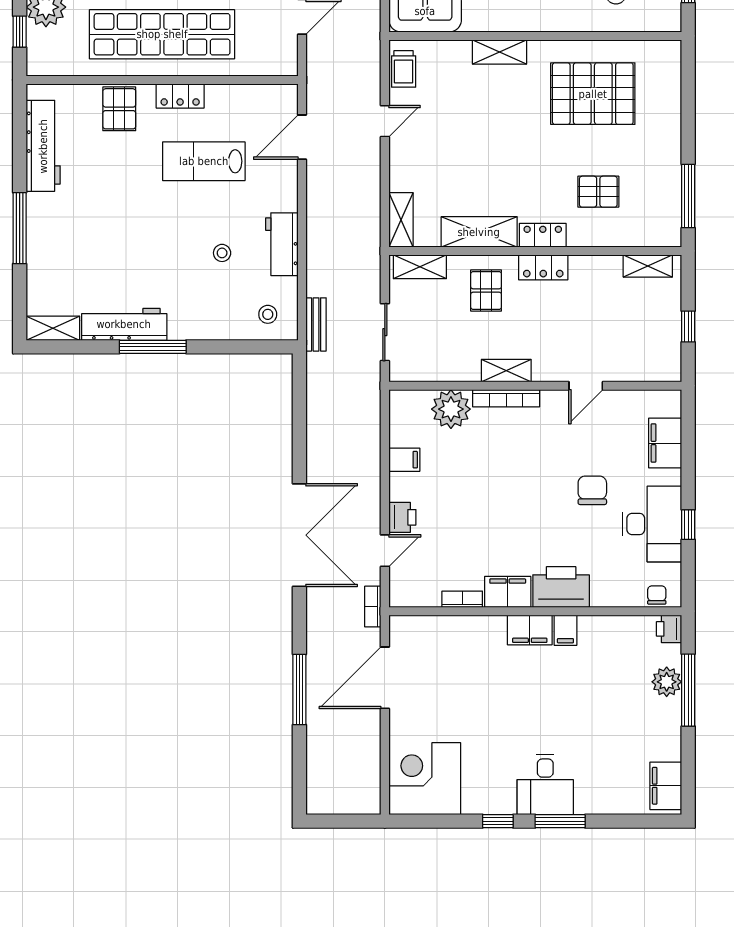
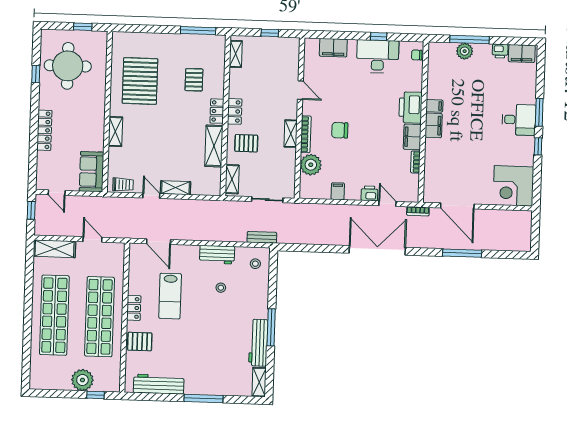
shelving: (401, 220) -> (175, 188), moved
chair: (592, 490) -> (340, 130), moved
printer: (669, 629) -> (500, 51), moved

